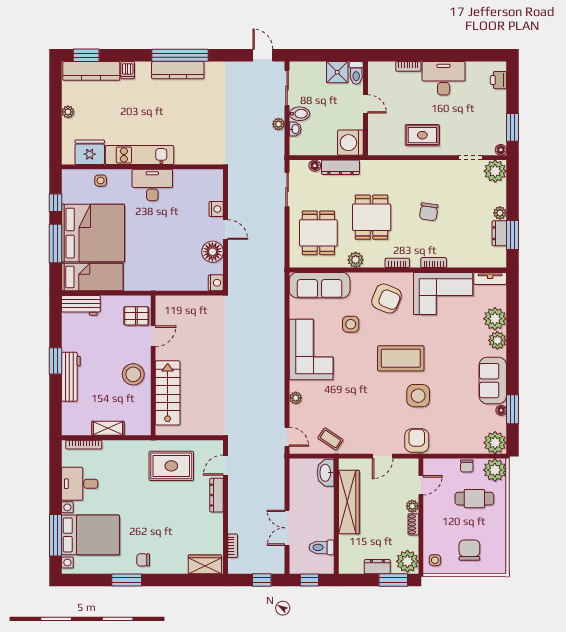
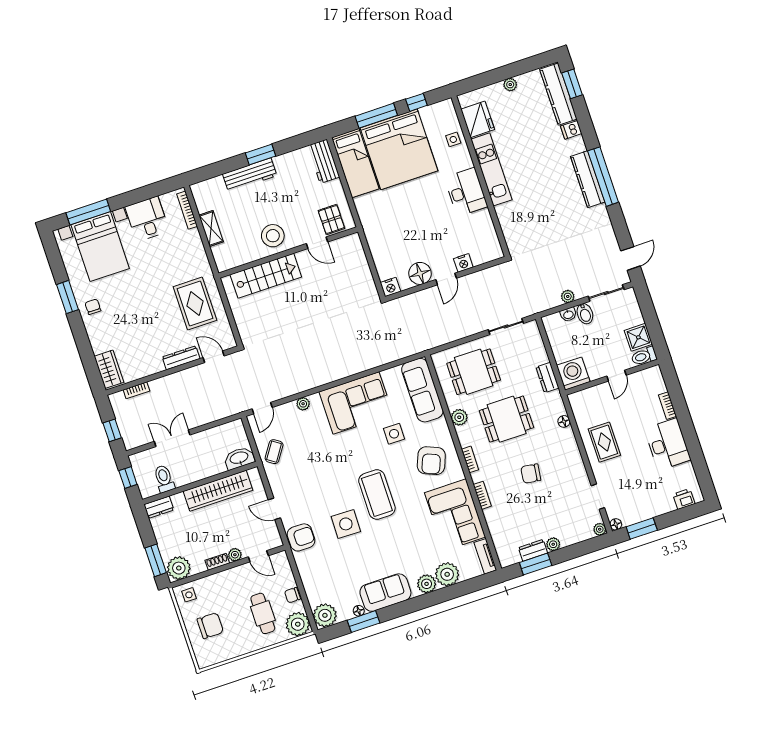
floor lamp: (315, 166) -> (564, 421), moved
dresser: (340, 167) -> (547, 378), width x0.70
plant: (495, 171) -> (600, 529), width x0.53, depth x0.53
dresser: (377, 567) -> (159, 507), moved, turned 90

